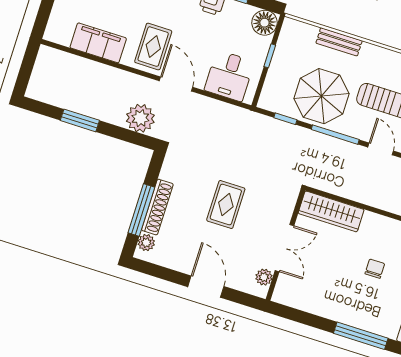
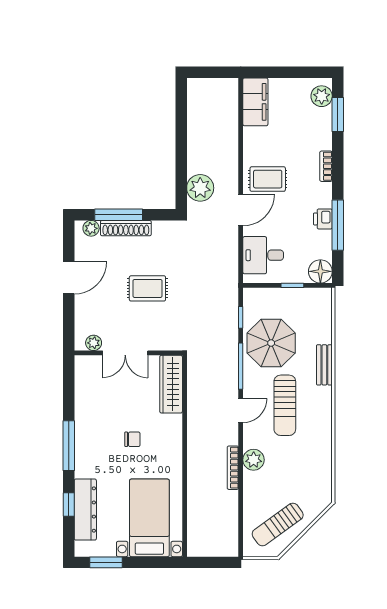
bench: (339, 42) -> (324, 365), moved
filing cabinet: (98, 43) -> (255, 102), moved
window: (80, 120) -> (181, 135), removed
door: (206, 287) -> (69, 278), moved

